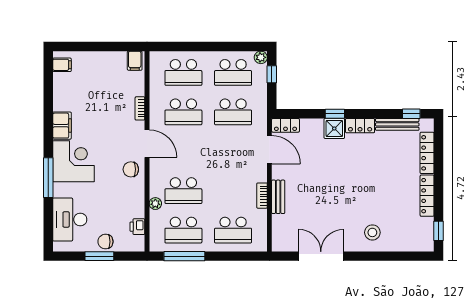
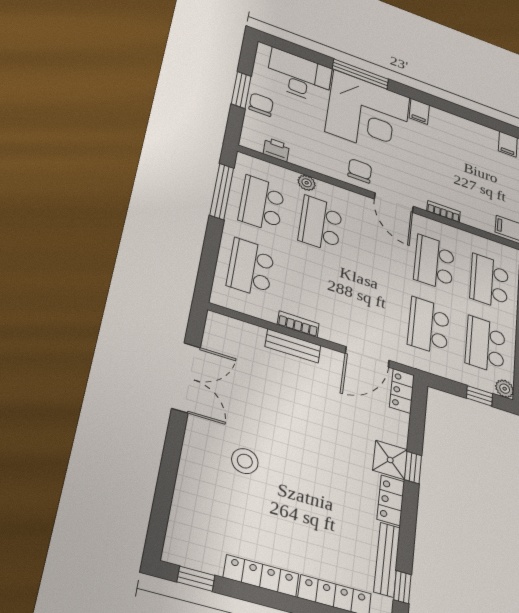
filing cabinet: (62, 126) -> (419, 111), width x0.50
door: (147, 144) -> (394, 203), hinge flipped
corner desk: (73, 161) -> (368, 114), width x1.36, depth x1.36
stool: (372, 232) -> (245, 461), moved

